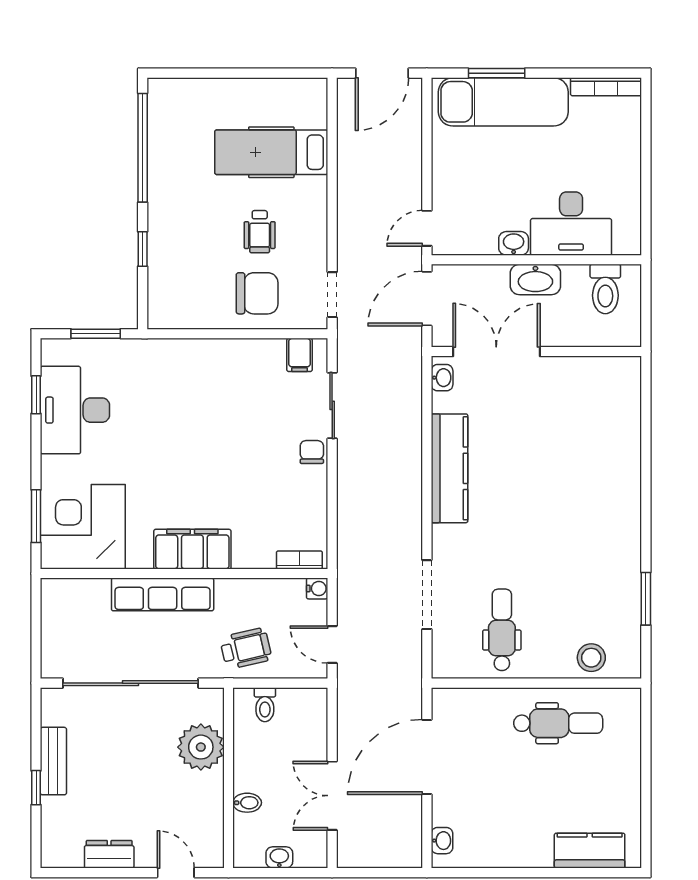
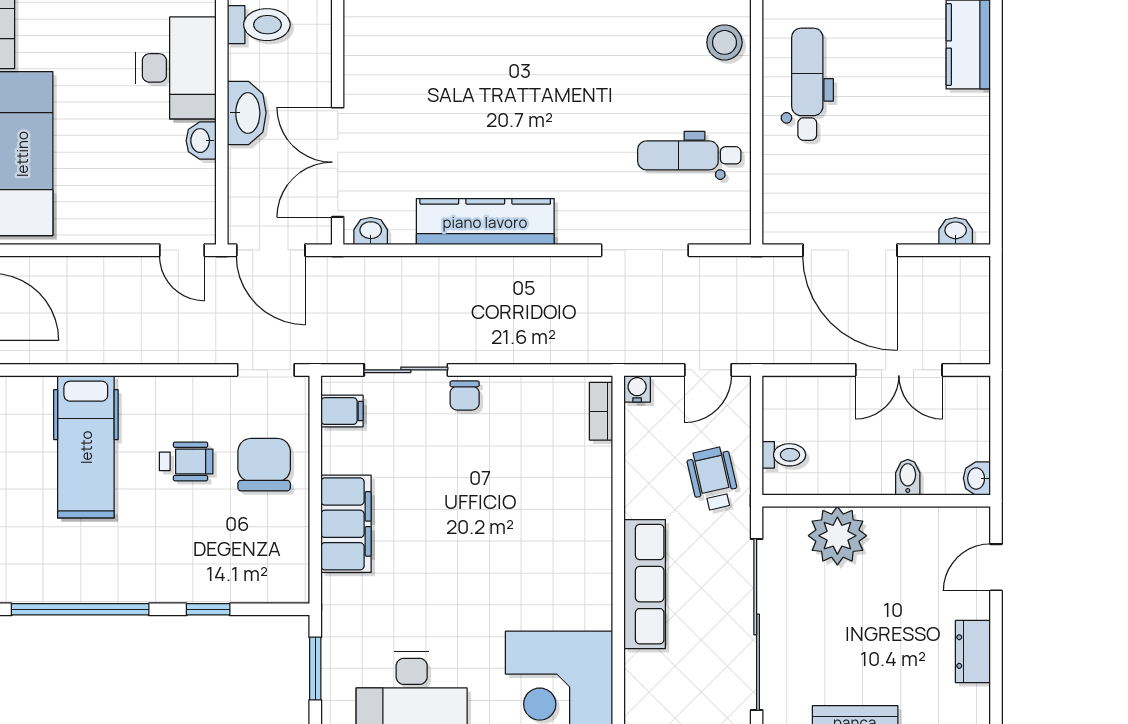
chair: (312, 452) -> (465, 395), turned -90
filing cabinet: (192, 549) -> (346, 524), moved, turned 180
washbasin: (279, 857) -> (977, 478), moved

